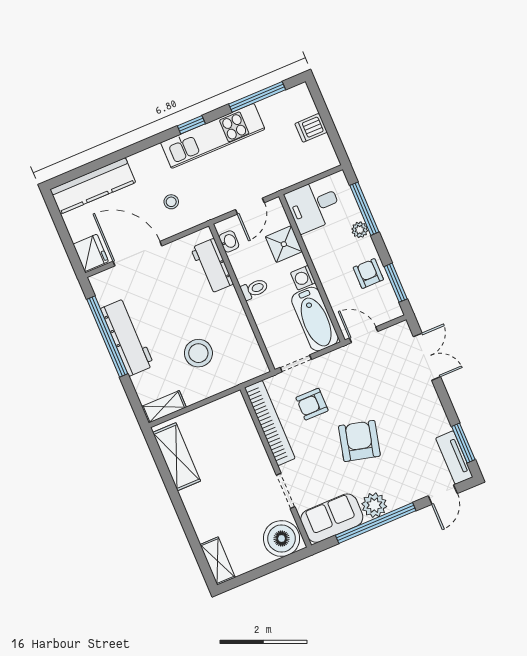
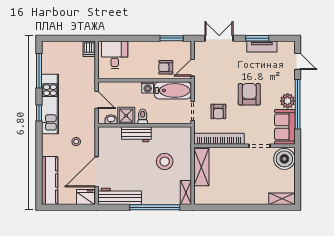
dishwasher: (311, 128) -> (89, 49), moved
desk: (314, 206) -> (115, 55), moved, turned 180
window: (364, 209) -> (124, 38), removed
plant: (360, 230) -> (135, 46), removed
shower: (284, 244) -> (126, 116), moved
workbench: (212, 266) -> (136, 134), moved
armchair: (368, 273) -> (166, 67), moved
window: (107, 337) -> (155, 207), moved
workbench: (127, 337) -> (120, 196), moved
armchair: (359, 441) -> (249, 94), turned 76
window: (463, 443) -> (257, 38), moved
shelving: (177, 457) -> (201, 167), moved, turned 90
tv unit: (454, 458) -> (262, 46), moved

